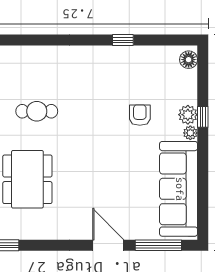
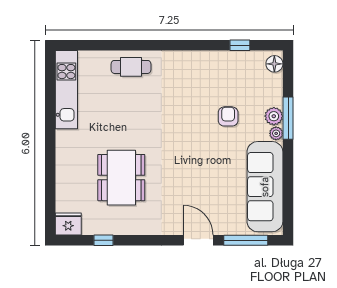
window: (123, 40) -> (240, 45), moved
cafe table: (37, 111) -> (131, 67), moved
window: (203, 117) -> (288, 118), width x2.17

